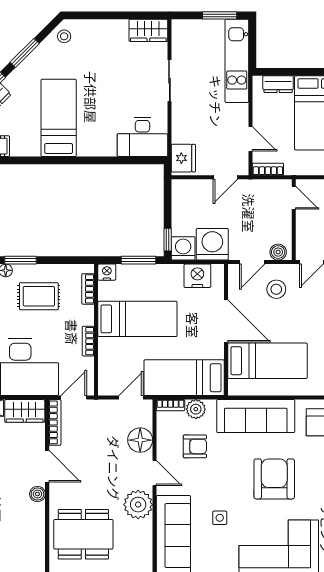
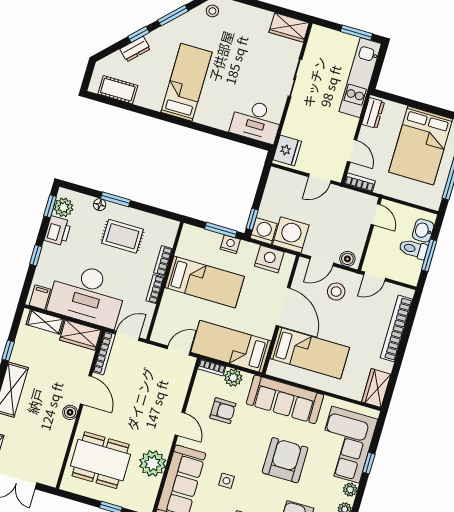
dresser: (278, 84) -> (373, 113), moved, turned -90
nightstand: (107, 272) -> (230, 244), moved
bookcase: (88, 289) -> (163, 261), moved
floor lamp: (140, 440) -> (176, 391), removed
plant: (138, 505) -> (153, 463), moved

